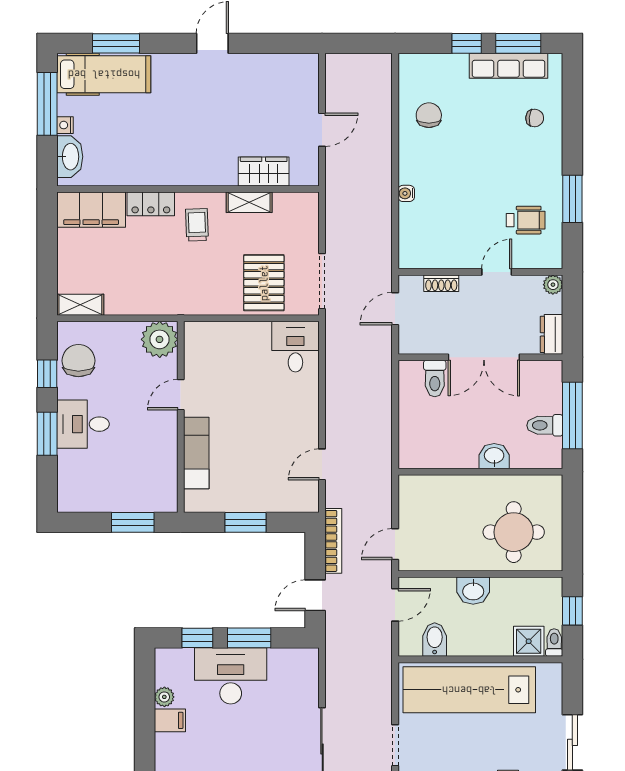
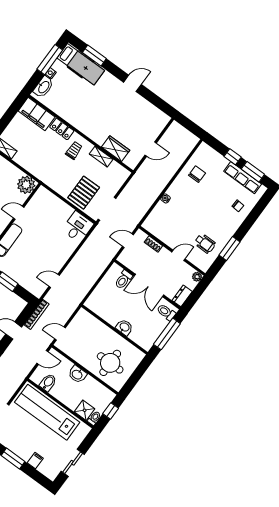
toilet: (545, 425) -> (166, 312), moved

